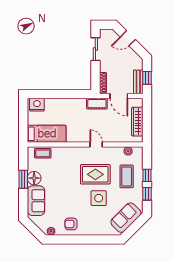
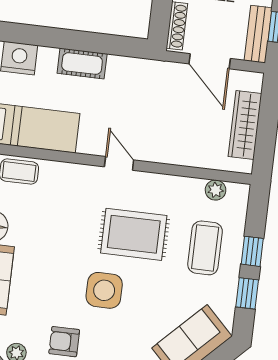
cot: (97, 104) -> (82, 64), moved
door: (96, 145) -> (119, 163), moved
side table: (99, 198) -> (104, 290), moved

